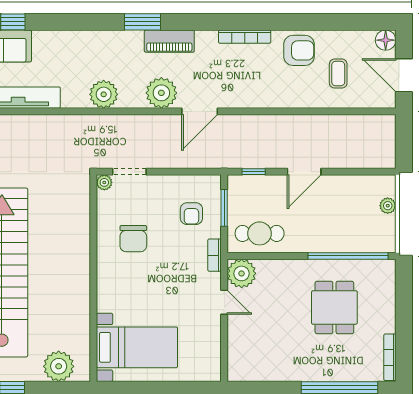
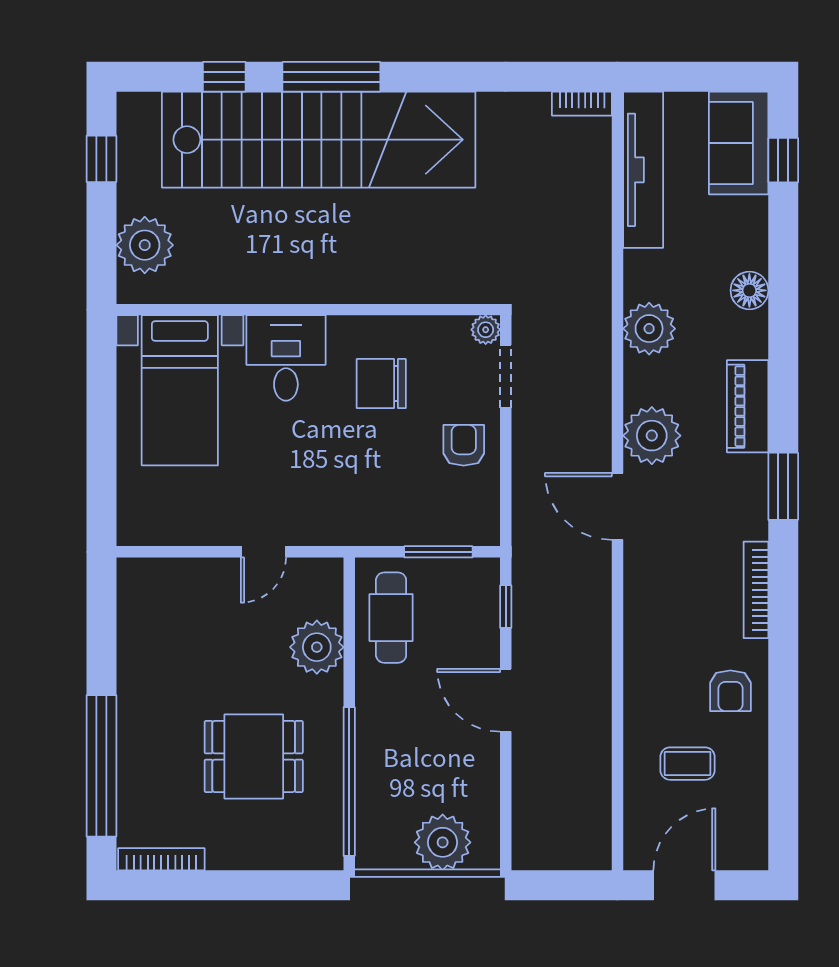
window: (142, 22) -> (783, 486), moved
floor lamp: (386, 40) -> (749, 290), moved
piano: (169, 41) -> (748, 406), moved
armchair: (299, 50) -> (730, 691), width x0.72, depth x0.72
plant: (388, 206) -> (443, 842), width x1.88, depth x1.88
armchair: (191, 214) -> (464, 445), moved, turned 90
bookcase: (214, 255) -> (351, 534), removed
plant: (242, 273) -> (317, 647), moved
desk: (120, 290) -> (286, 358), added

